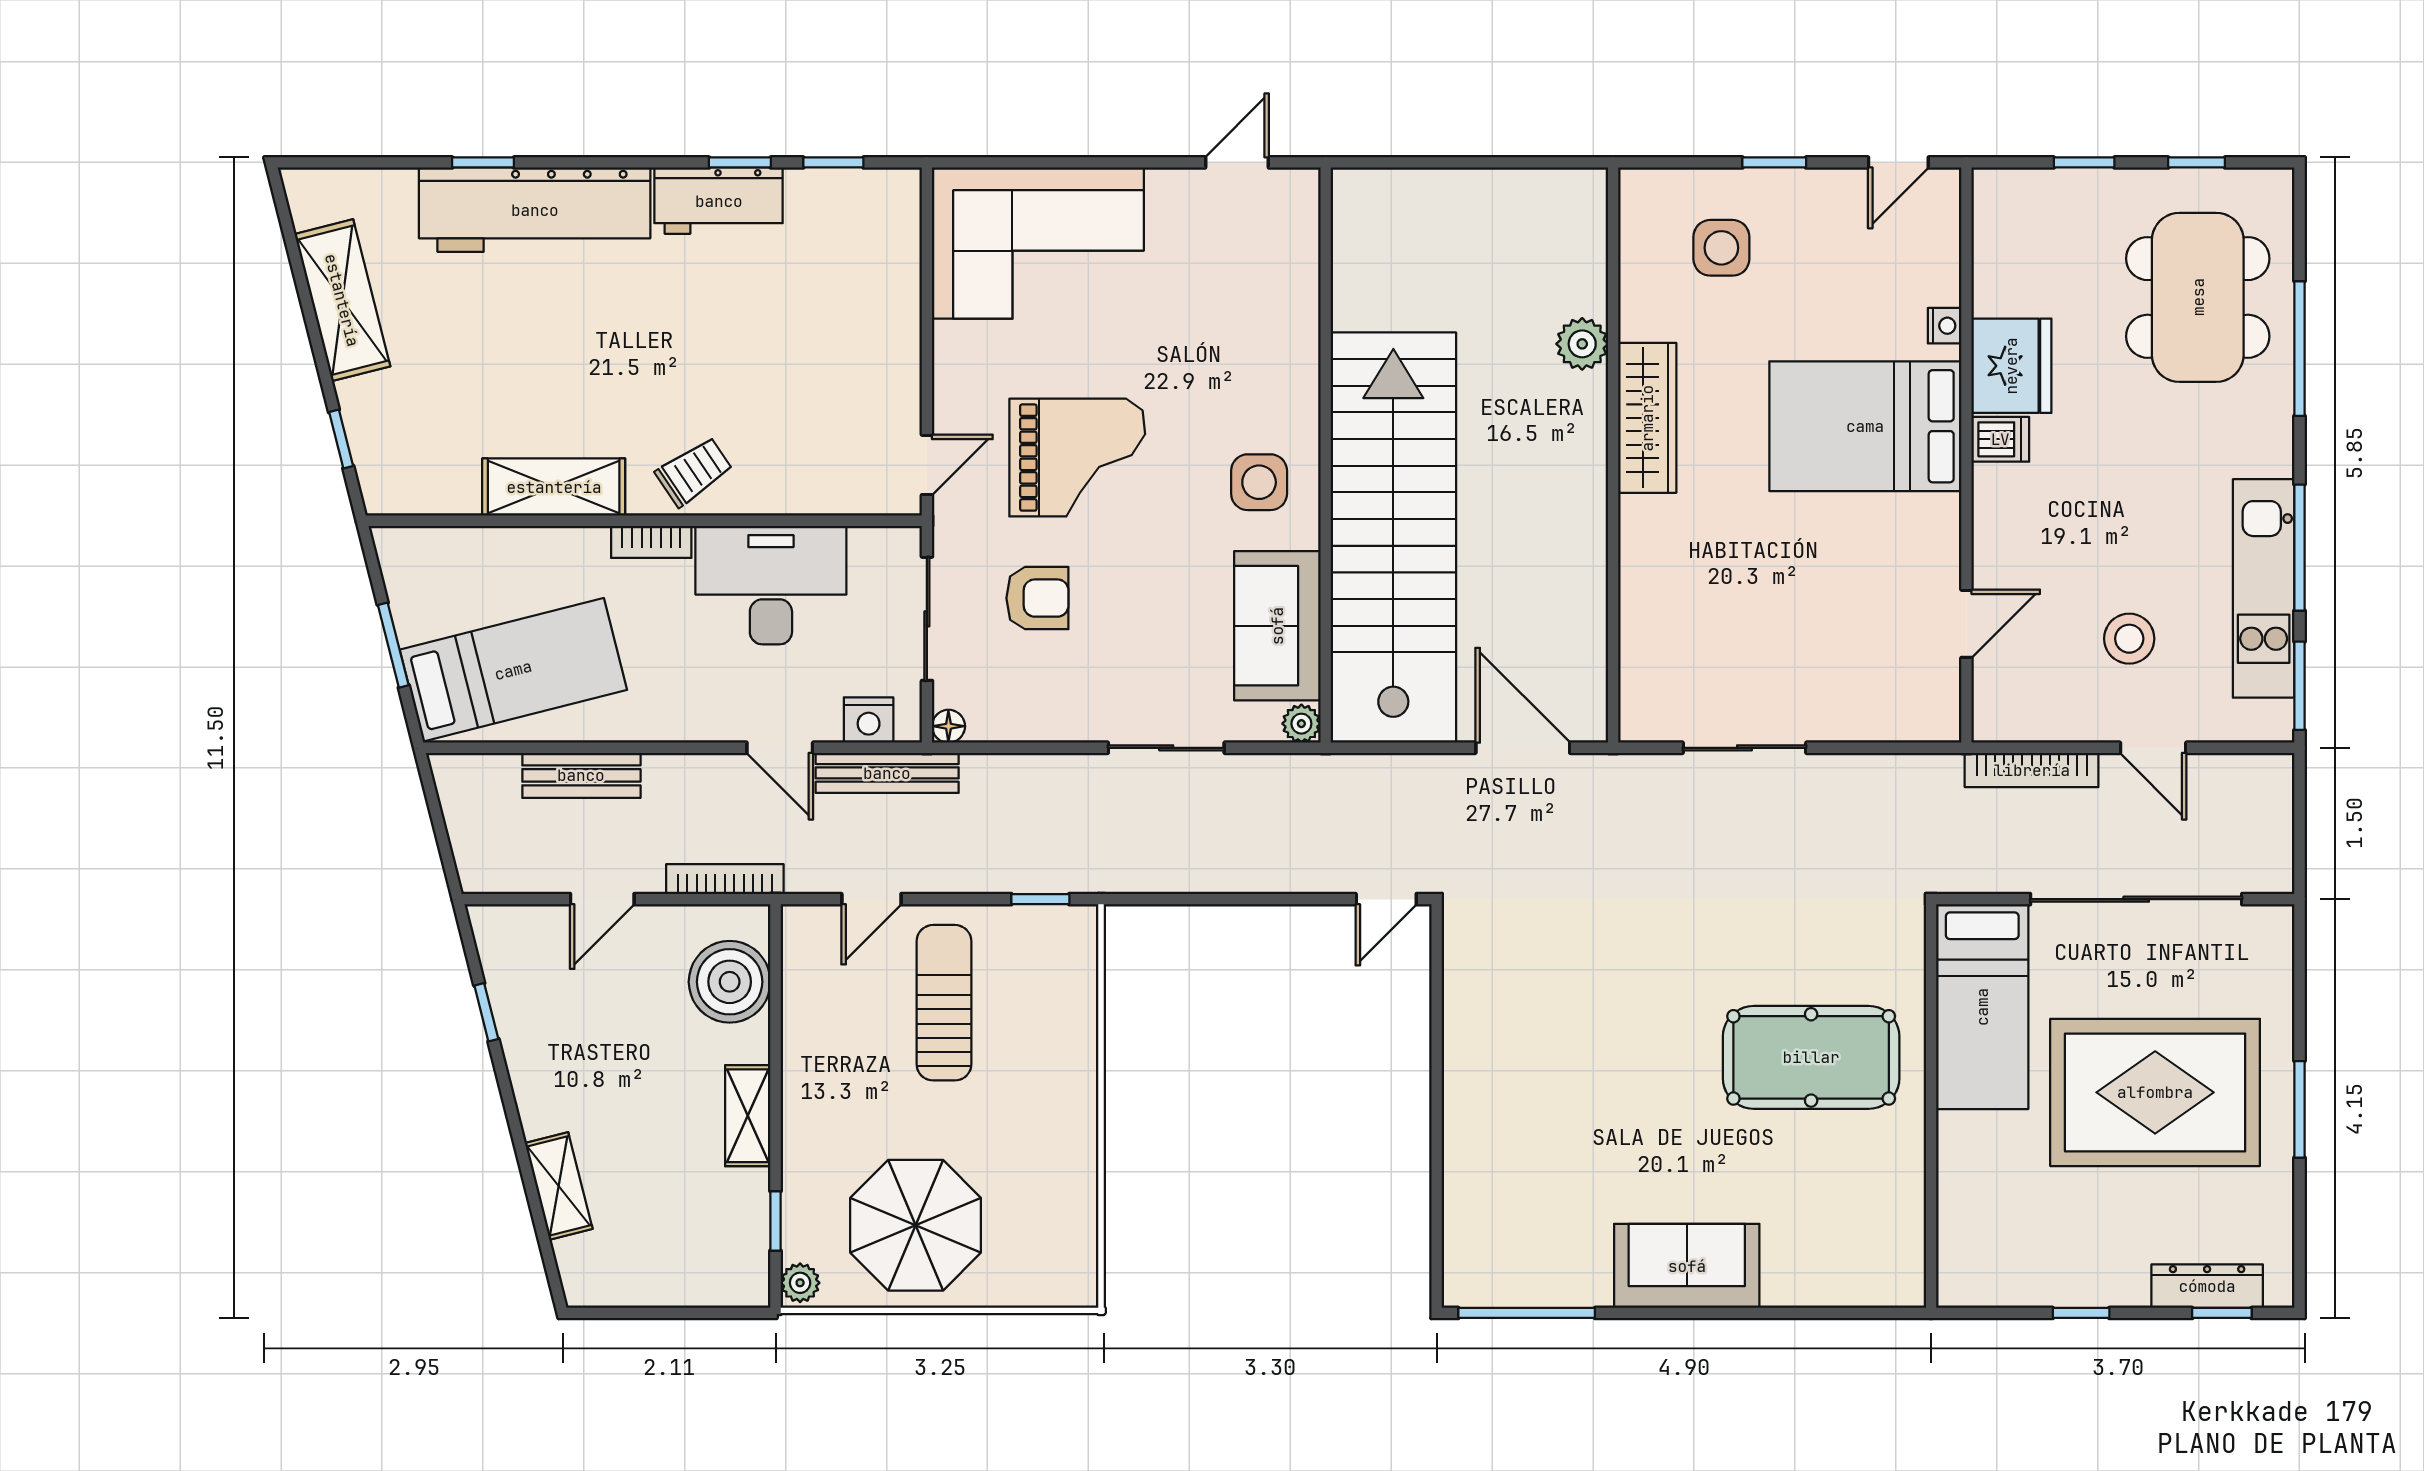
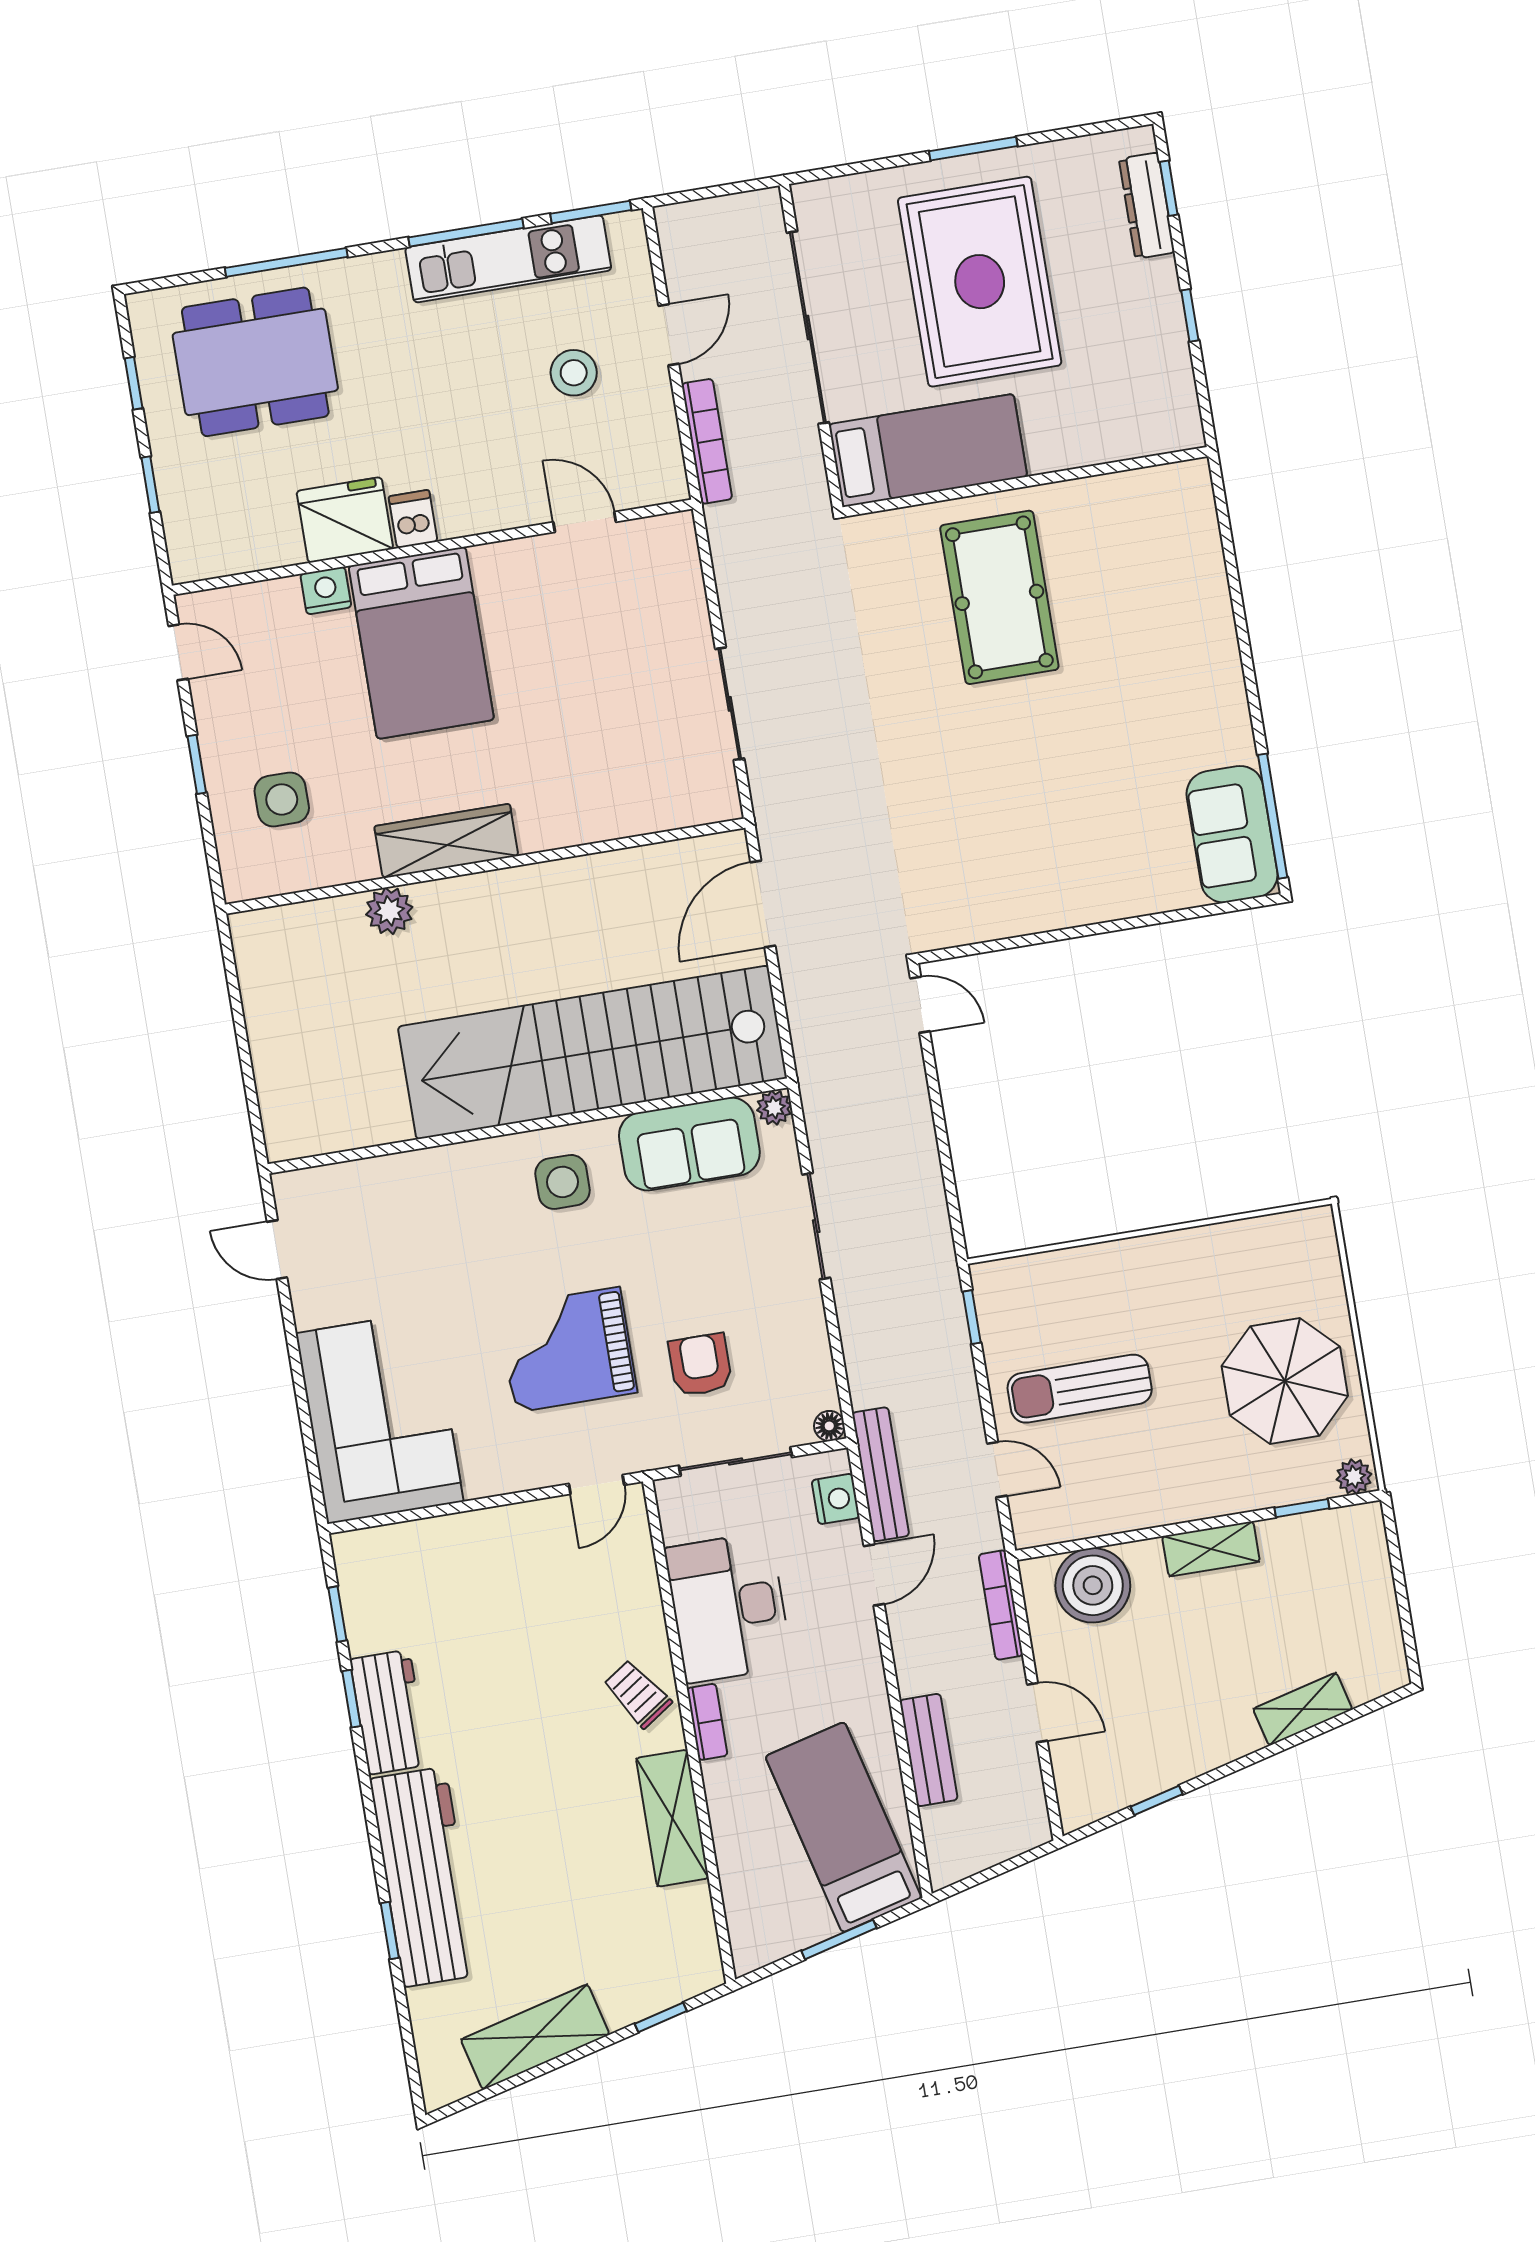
nightstand: (1945, 326) -> (326, 591), width x1.39, depth x1.35
grand piano: (1077, 458) -> (567, 1350), turned -90
door: (927, 465) -> (597, 1484), swing flipped
sofa: (1687, 1266) -> (1232, 834), moved

